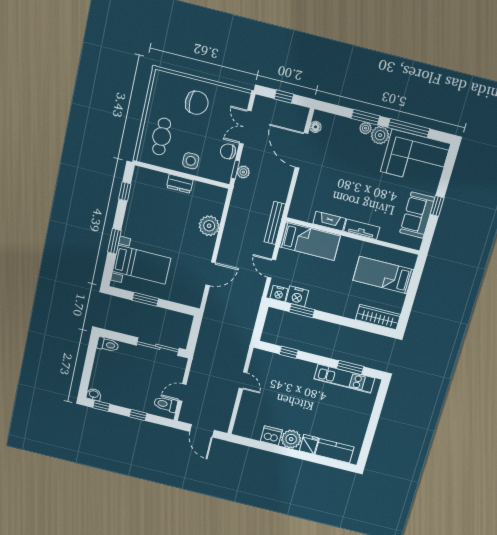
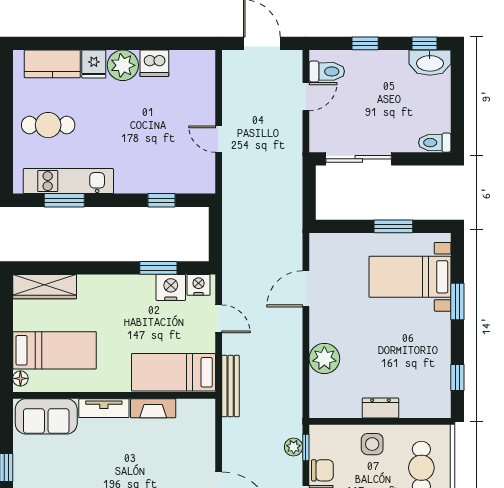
sofa: (417, 215) -> (46, 416), moved, turned 90
floor lamp: (411, 262) -> (20, 378), added
washbasin: (94, 394) -> (430, 63), width x1.91, depth x1.45
cafe table: (347, 415) -> (48, 125), added

